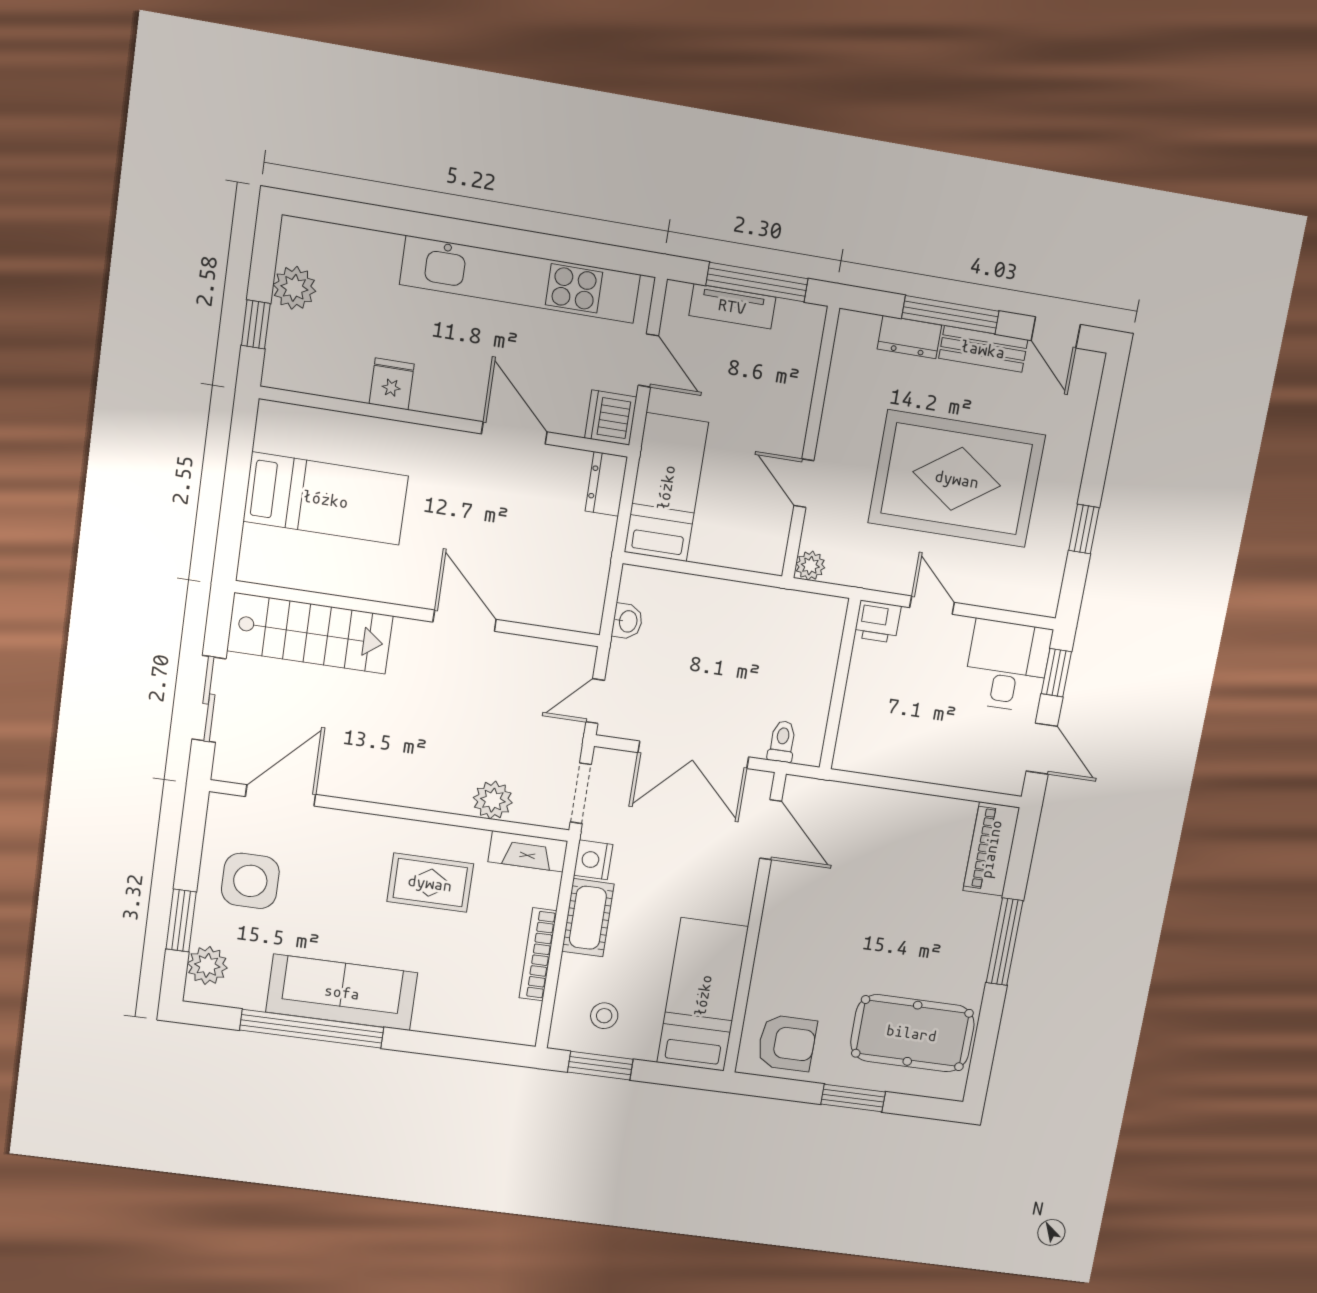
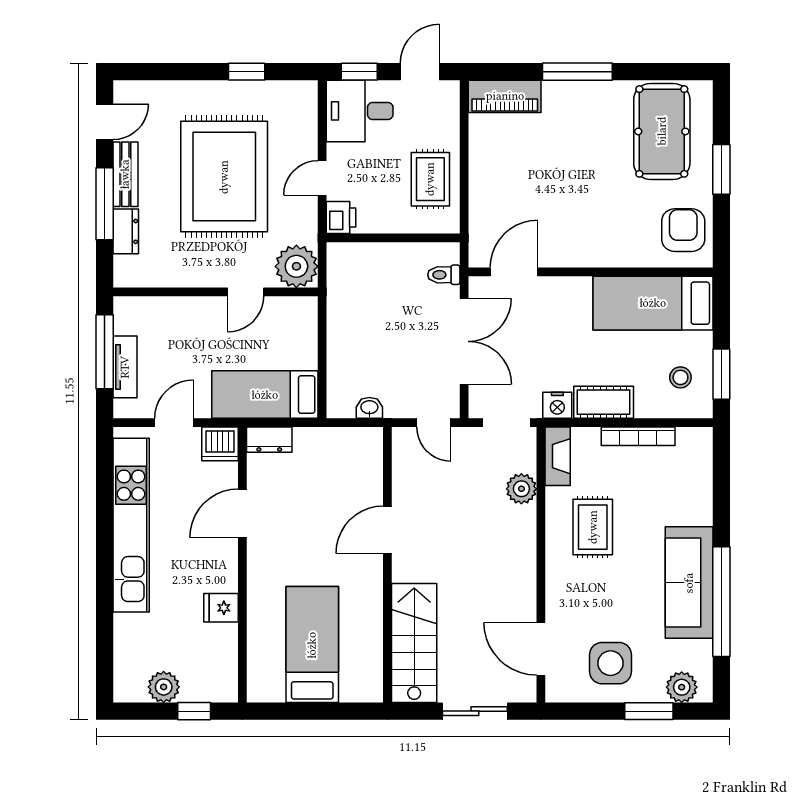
plant: (810, 566) -> (296, 266), width x1.88, depth x1.88
rug: (905, 742) -> (430, 179), added

